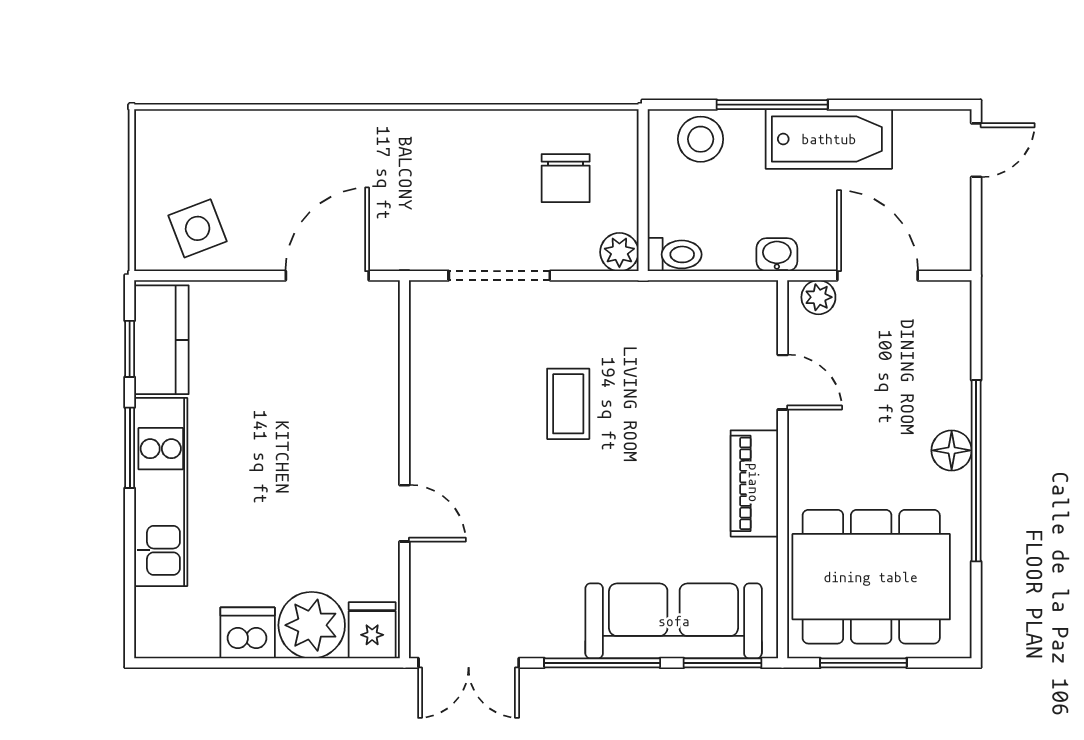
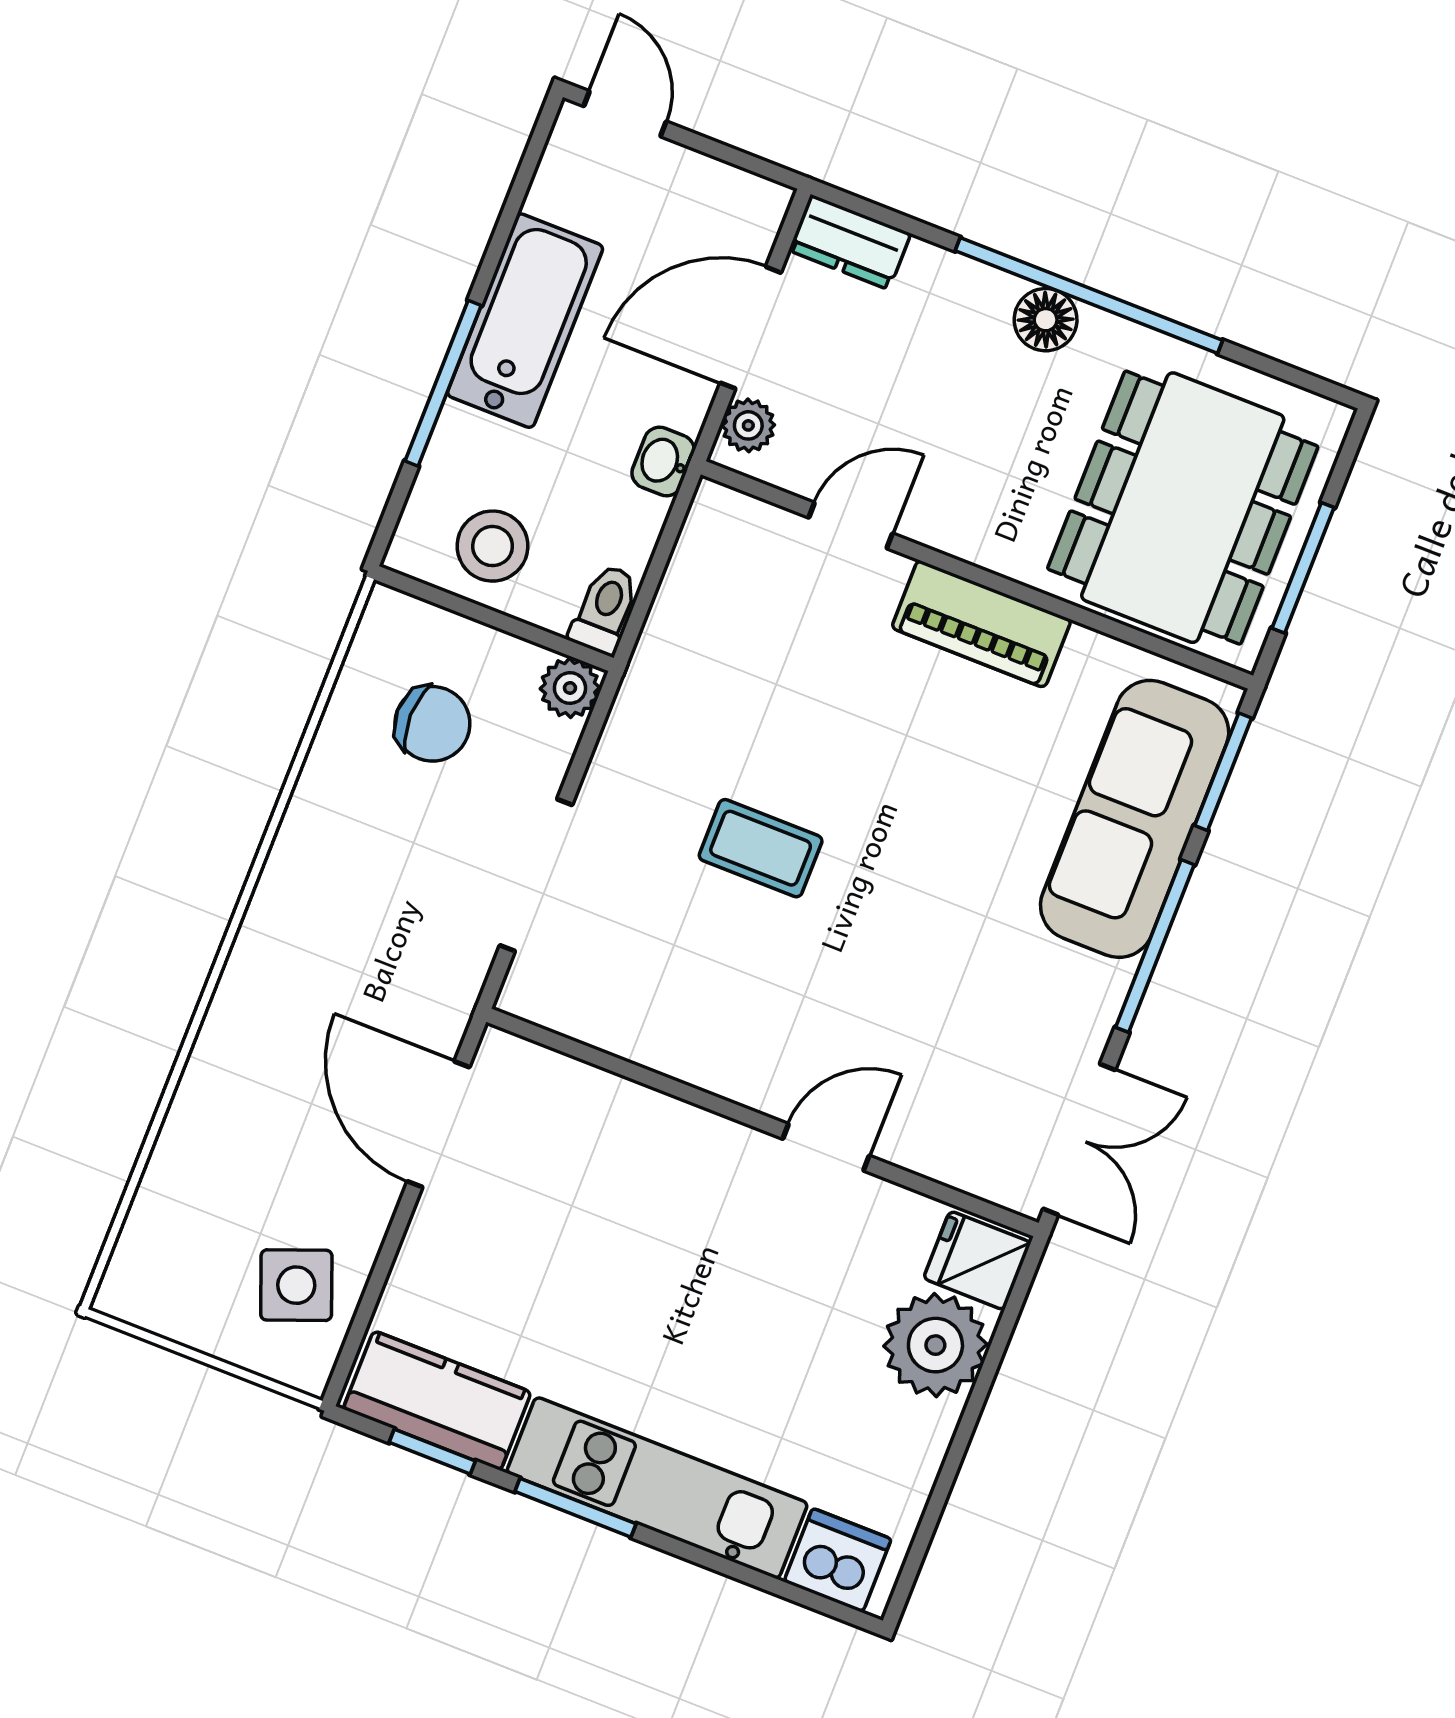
stool: (701, 139) -> (493, 546), moved
dresser: (952, 315) -> (850, 242), added
dishwasher: (248, 633) -> (838, 1560), moved, turned 90

